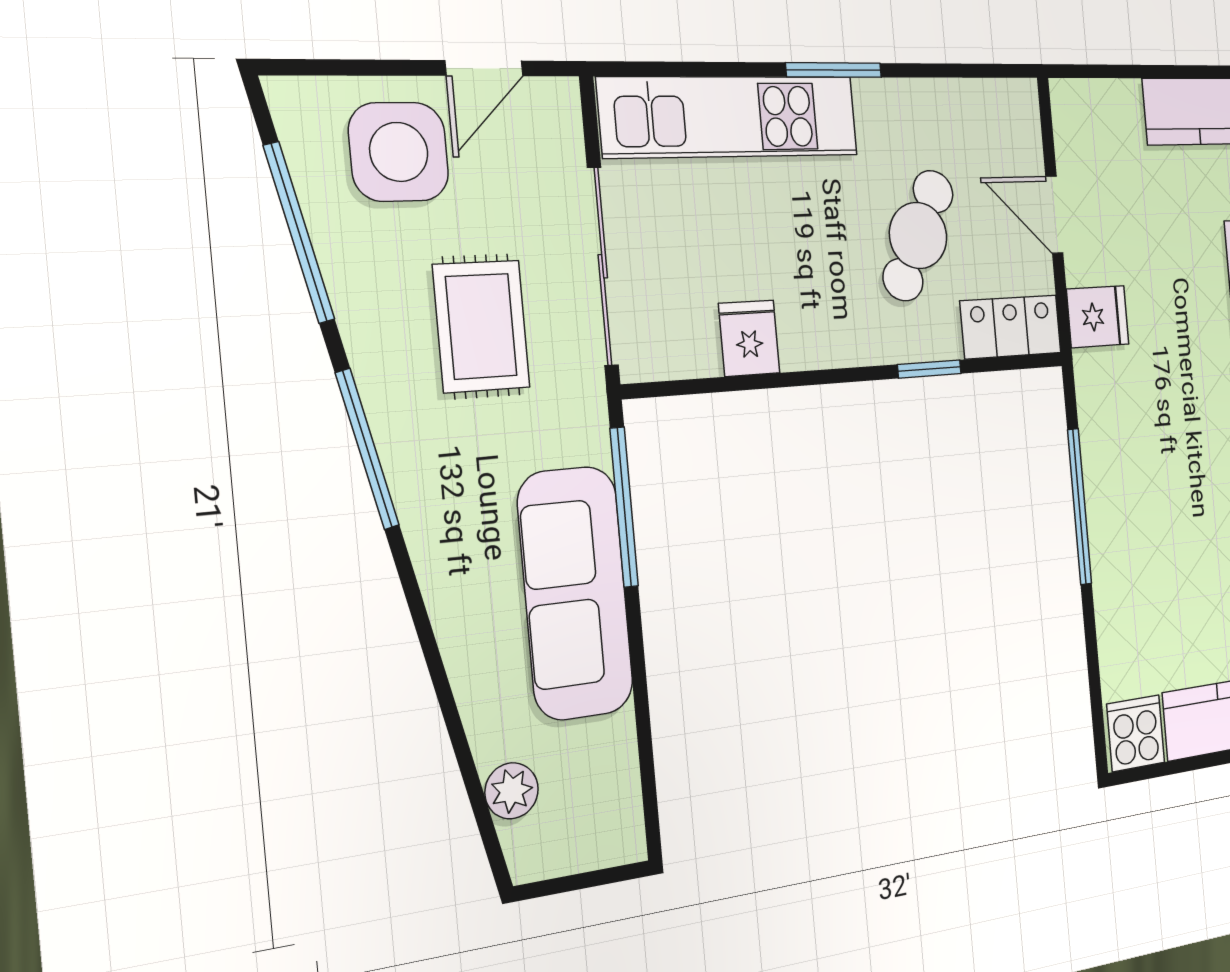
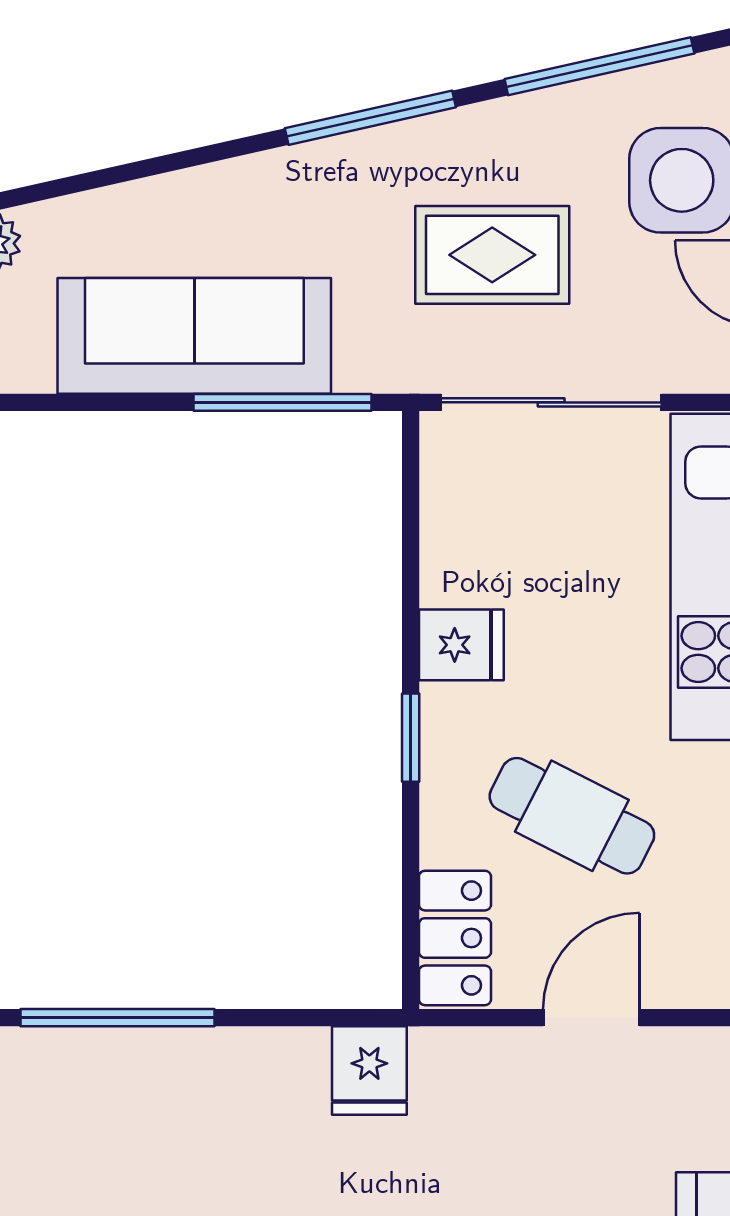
fridge: (1098, 317) -> (369, 1070), moved
fridge: (749, 338) -> (461, 645), moved
window: (929, 369) -> (411, 738), moved
window: (1079, 507) -> (118, 1018), moved

